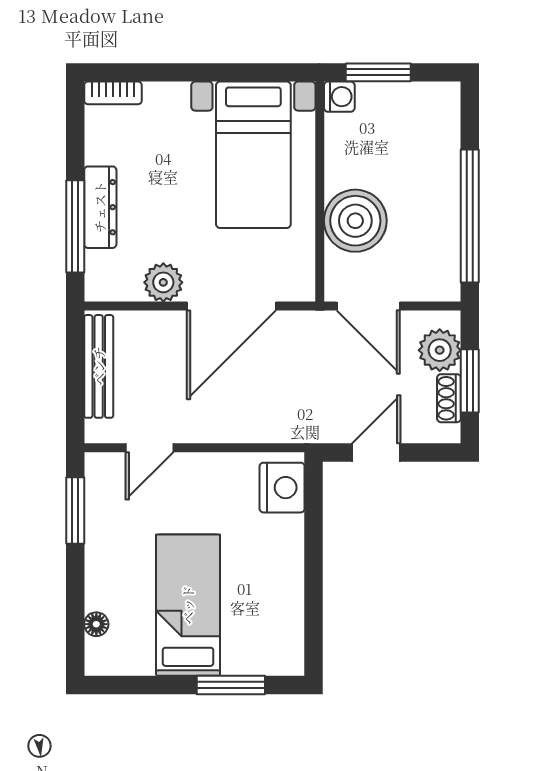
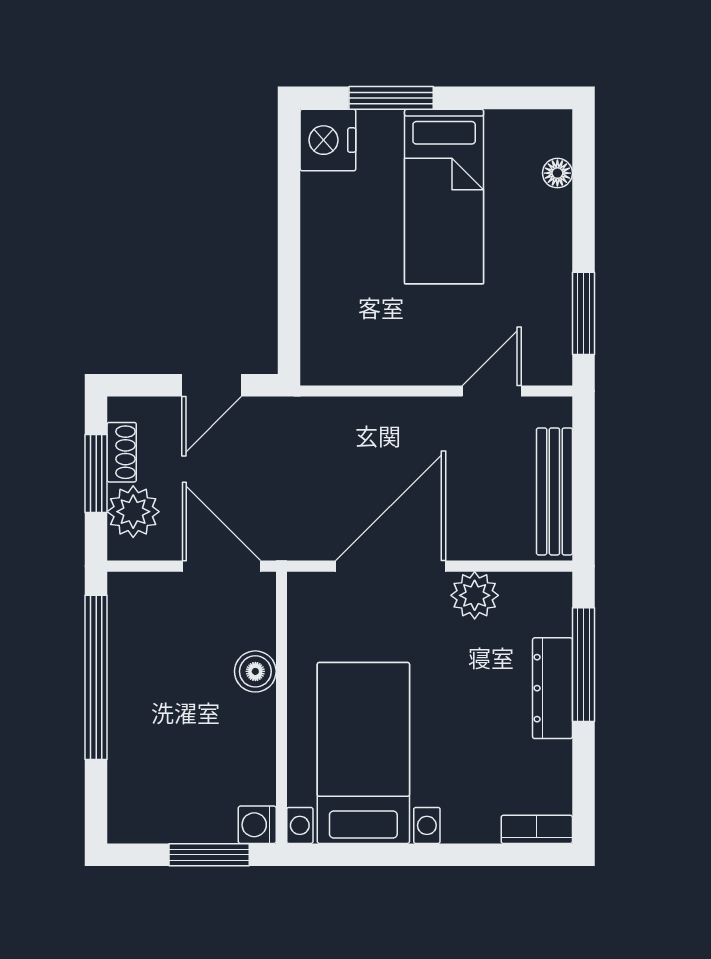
boiler: (355, 221) -> (255, 671), width x0.54, depth x0.54
nightstand: (282, 488) -> (328, 140), moved

